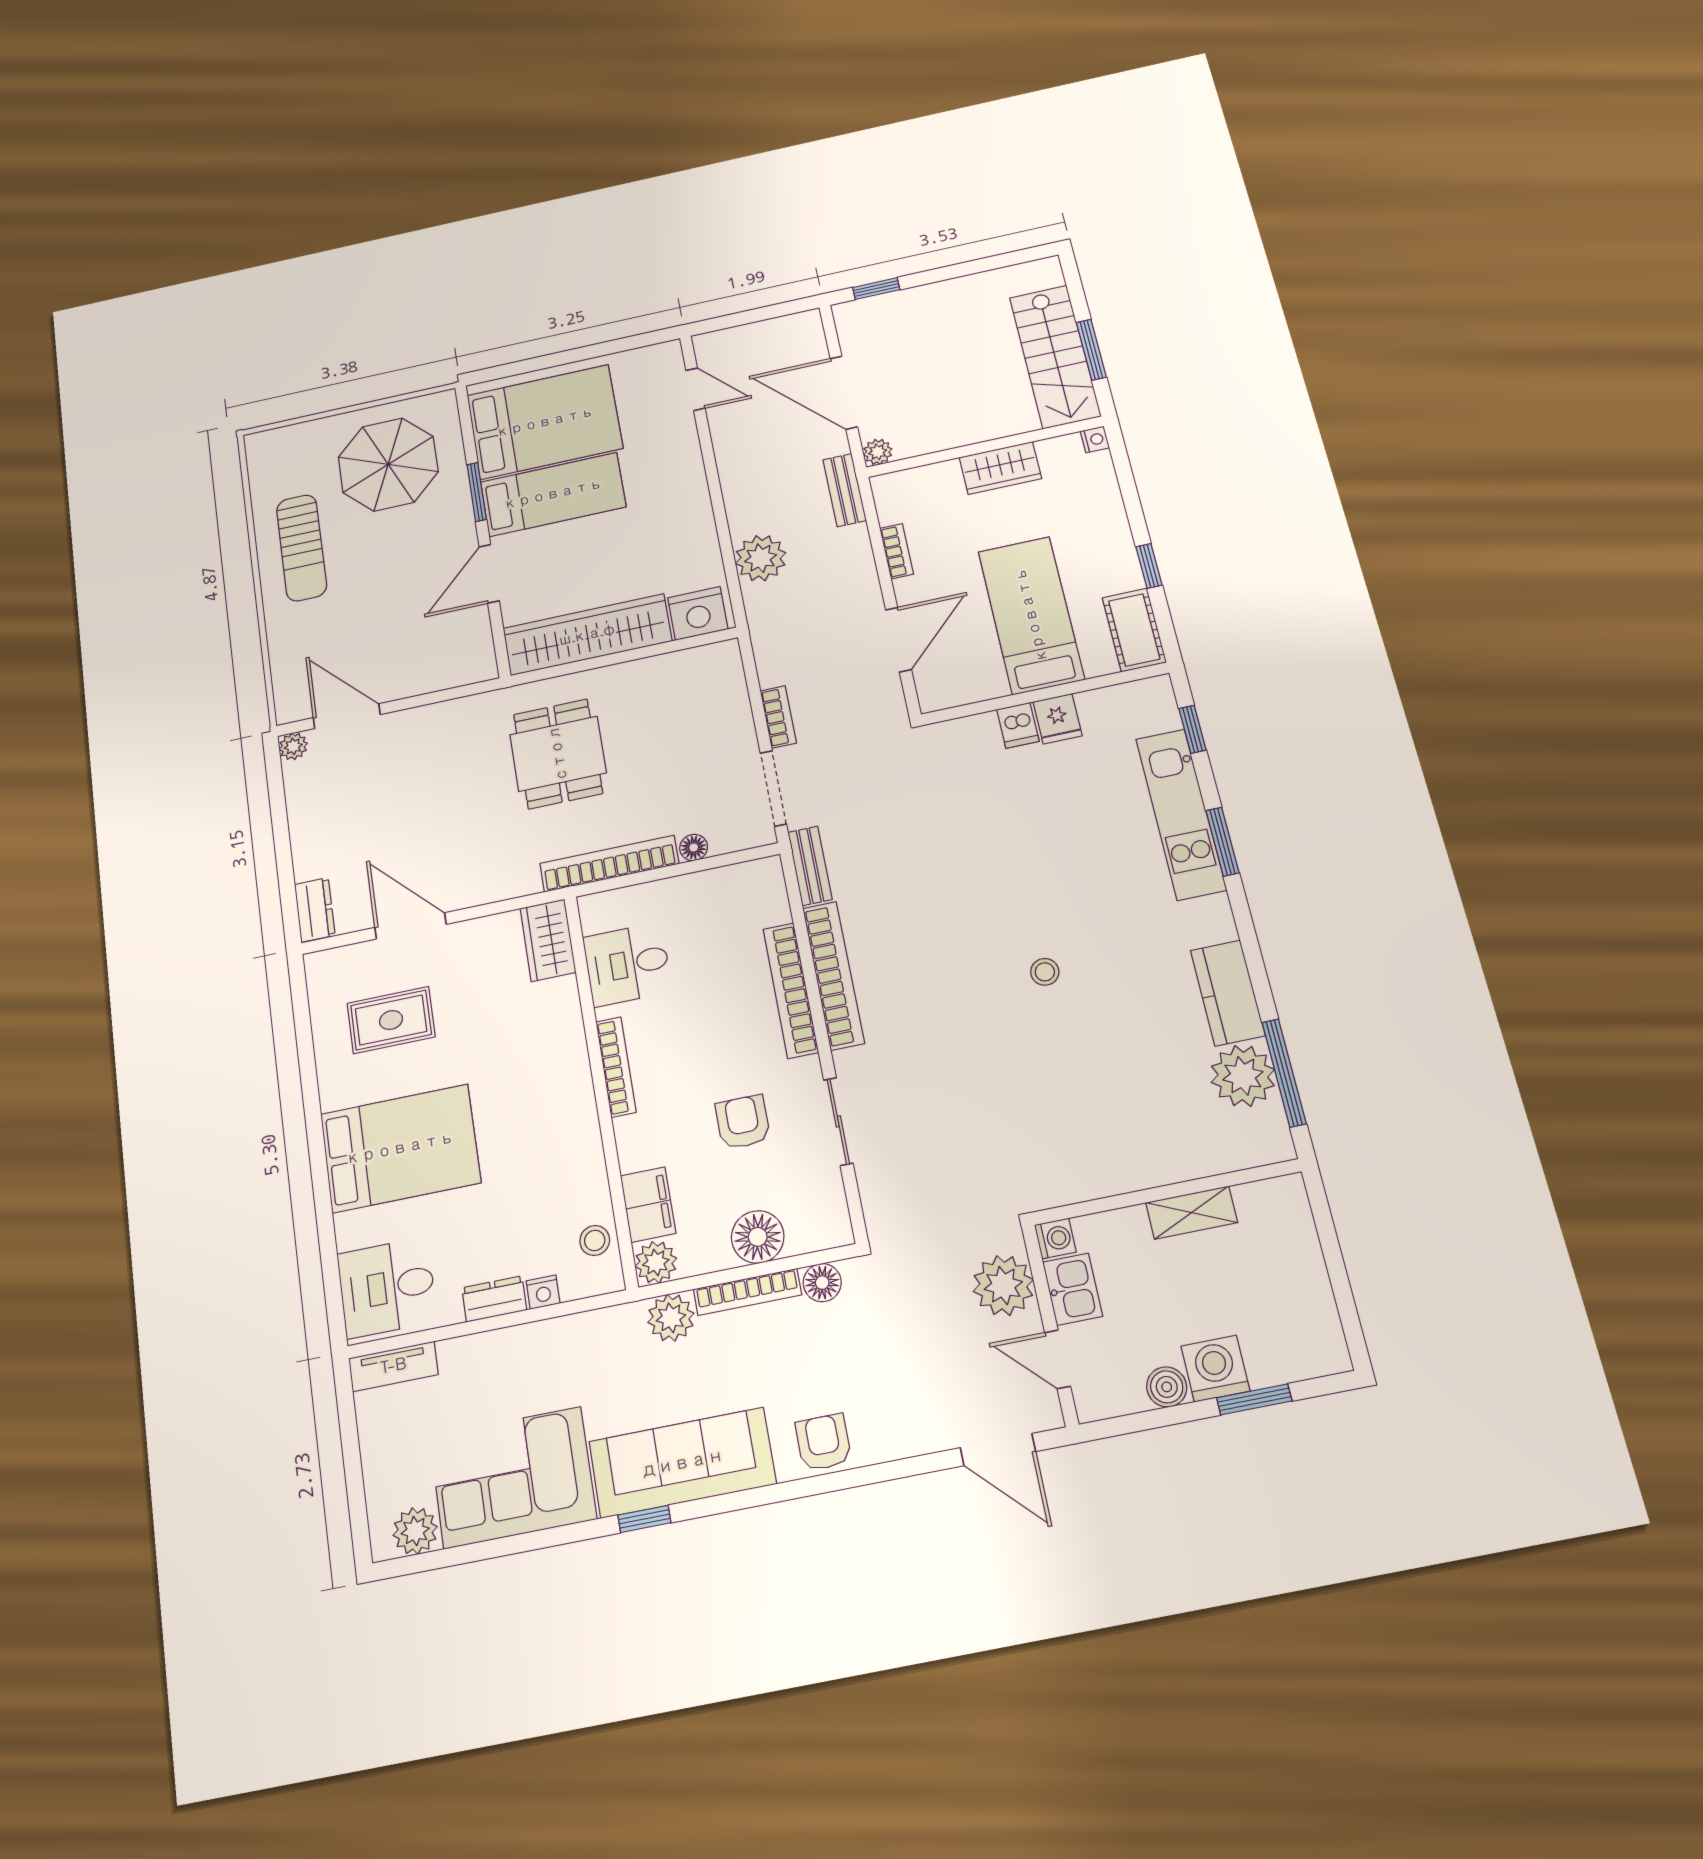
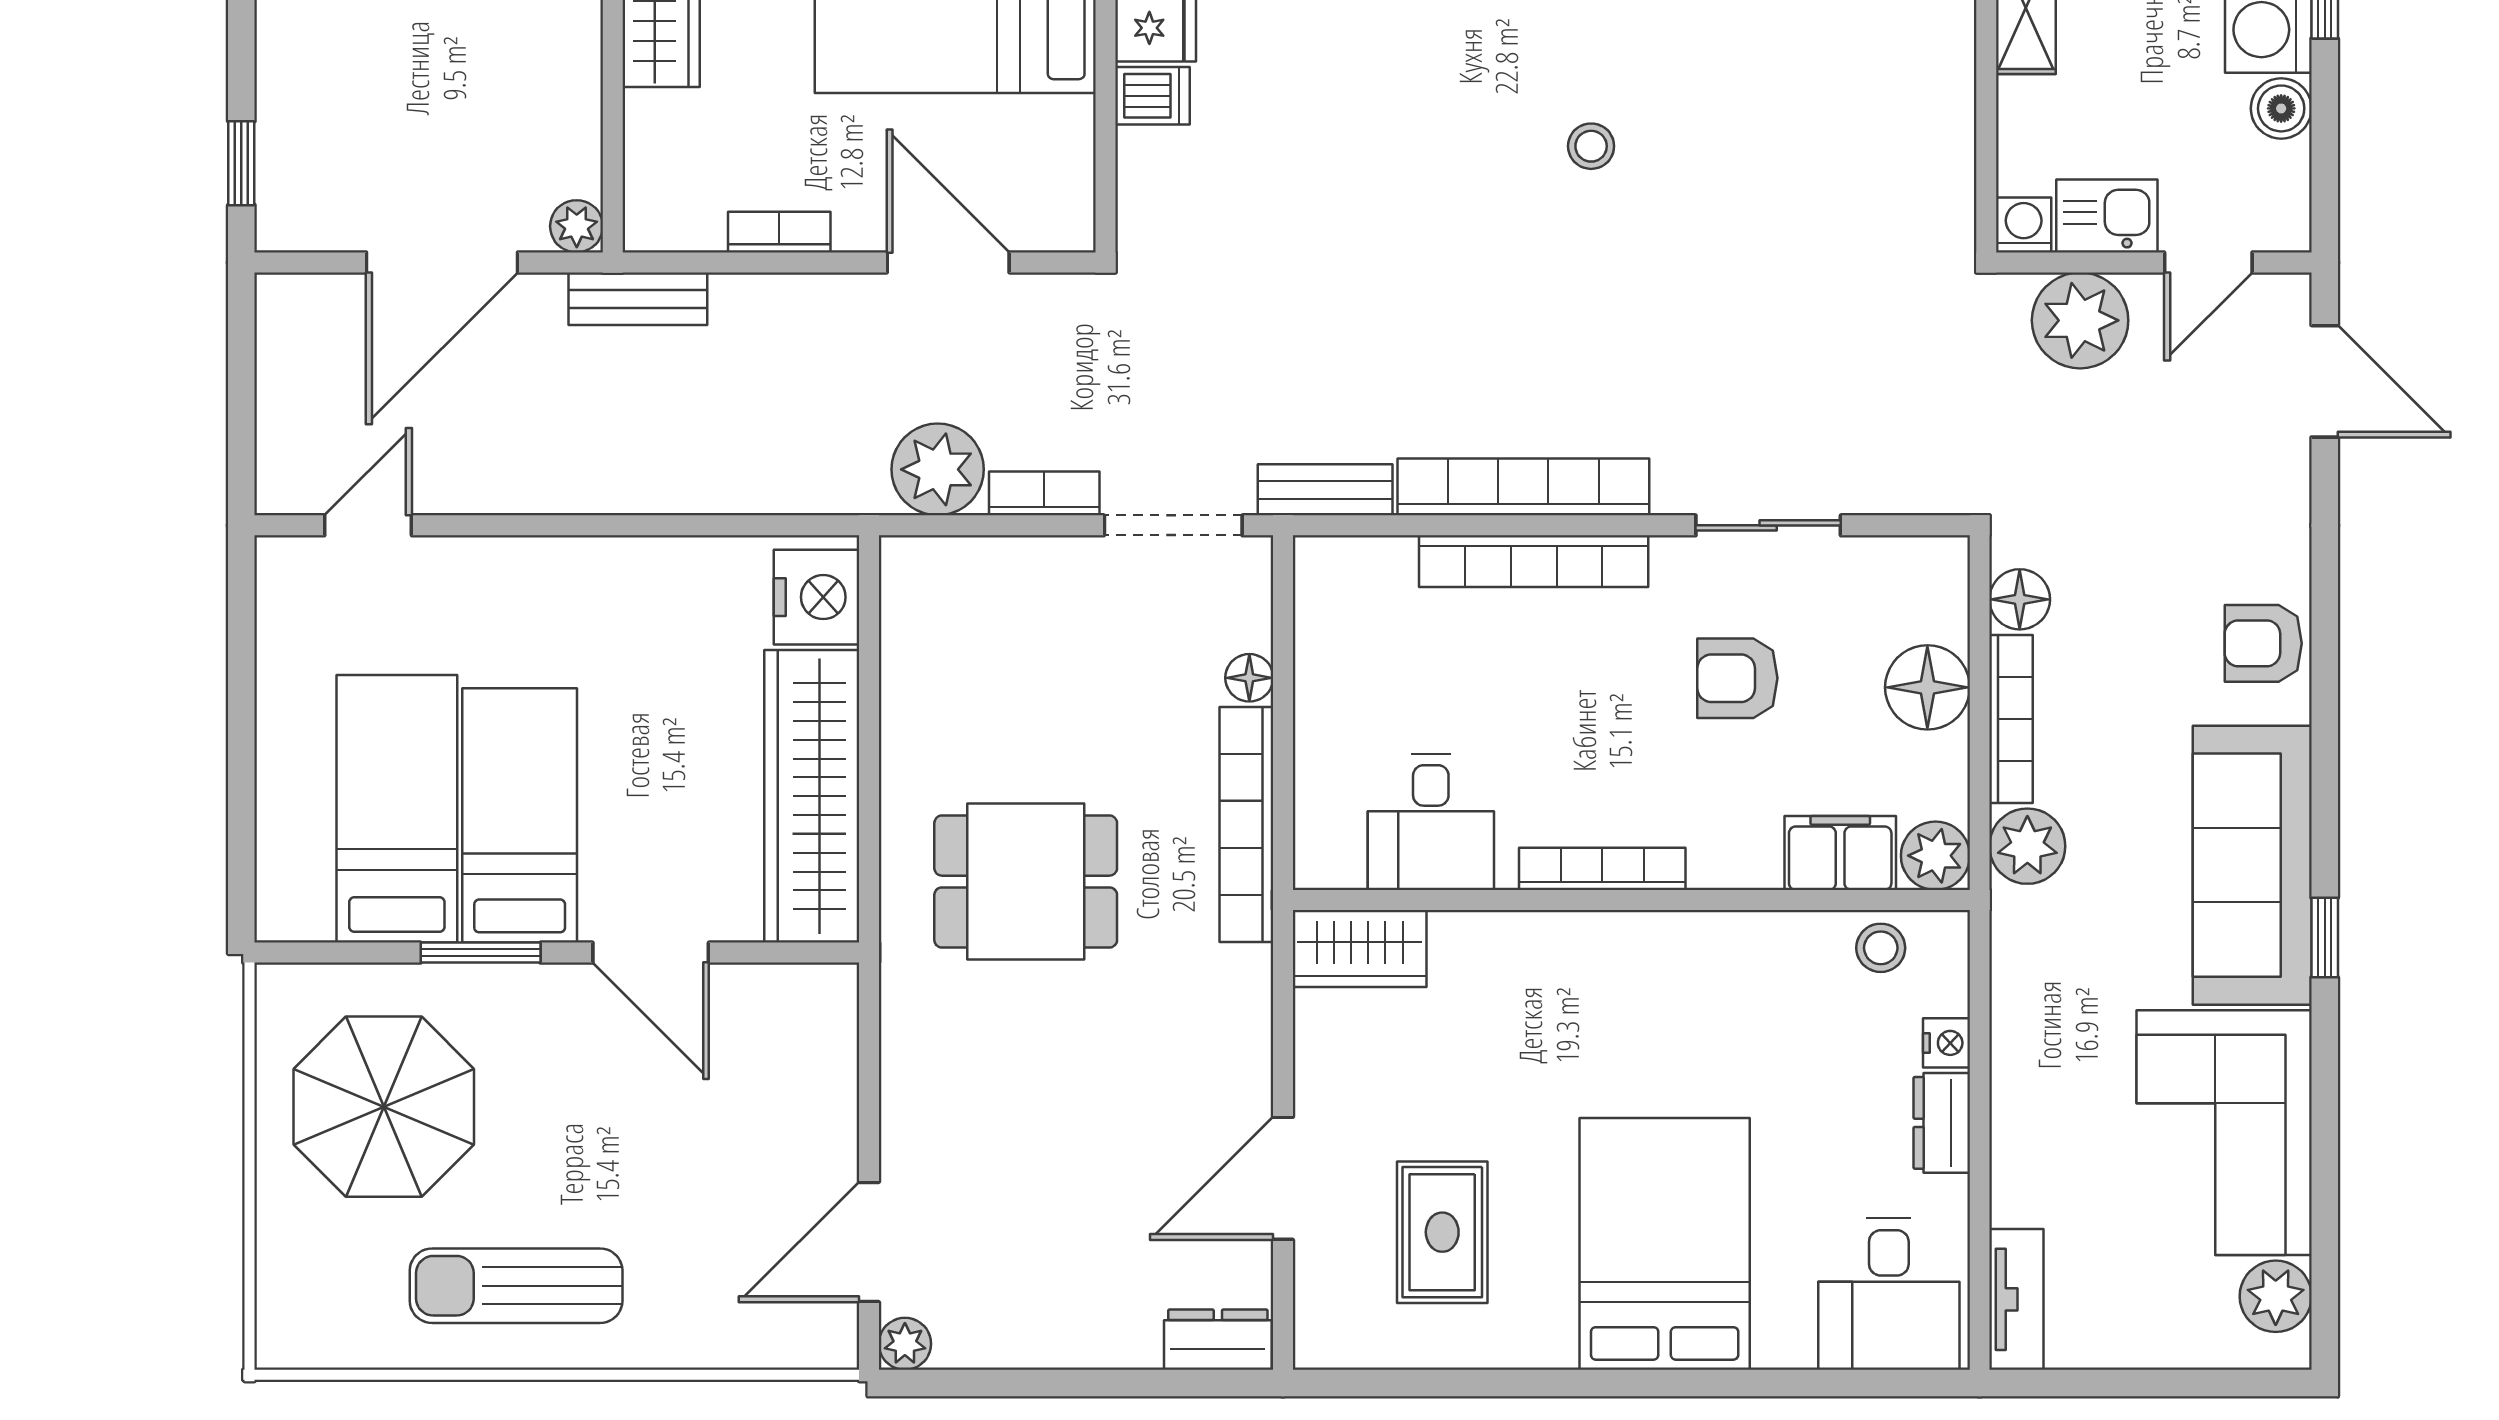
bed: (545, 422) -> (397, 809), width x0.67
sun lounger: (302, 548) -> (516, 1286), turned 180
plant: (761, 558) -> (938, 469), moved
door: (998, 1450) -> (2325, 381), hinge flipped

